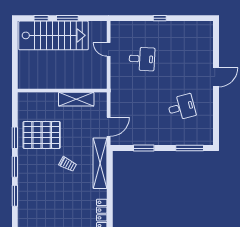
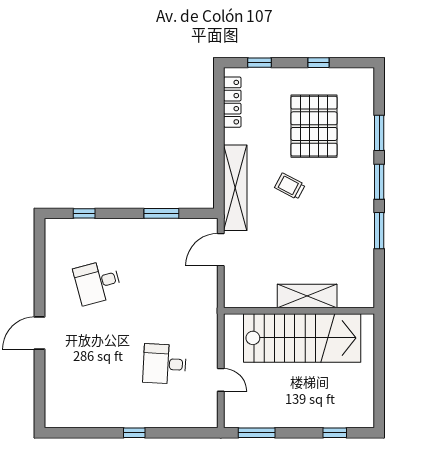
window: (67, 18) -> (257, 433), moved
stairs: (54, 35) -> (302, 338), moved, turned 180
shelving: (76, 99) -> (307, 296), moved
pallet: (42, 135) -> (314, 126), moved, turned 90
window: (190, 148) -> (84, 213), width x0.46

